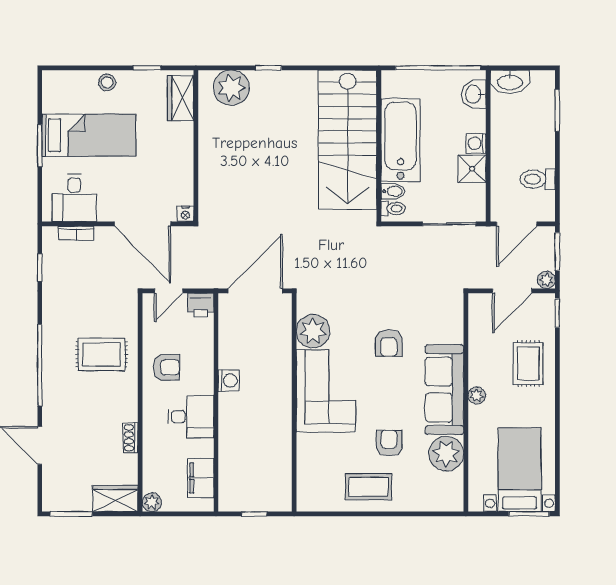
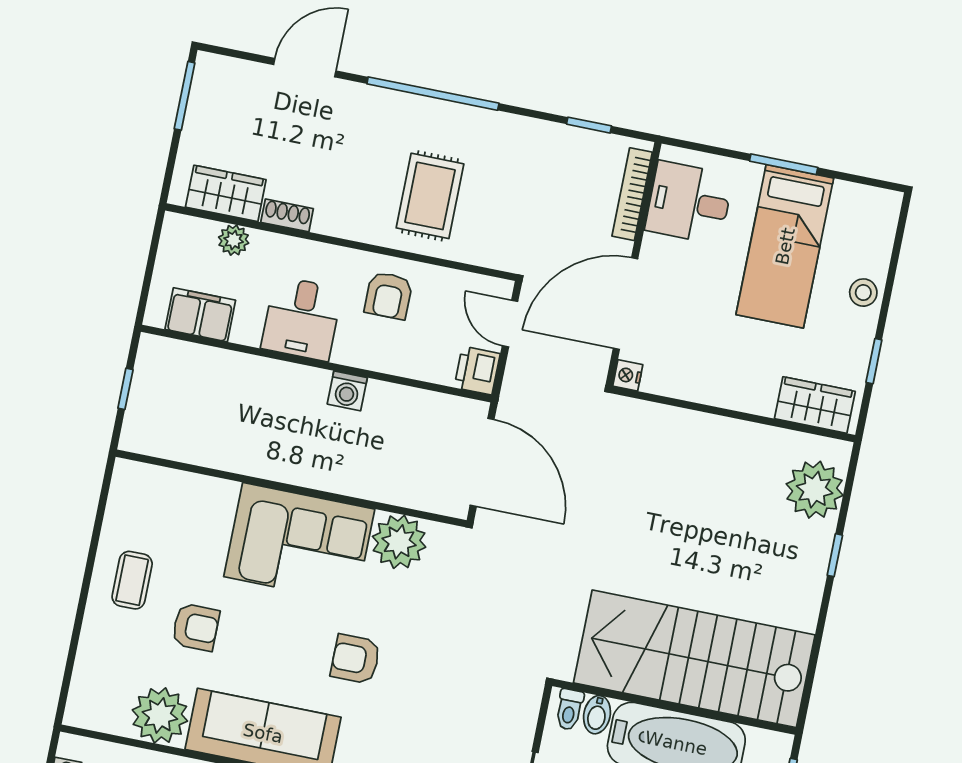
bookcase: (76, 233) -> (632, 194), width x1.56
coffee table: (368, 487) -> (132, 580), width x0.73, depth x0.77
wardrobe: (115, 499) -> (226, 193), moved, turned -90
plant: (152, 502) -> (234, 240), moved

